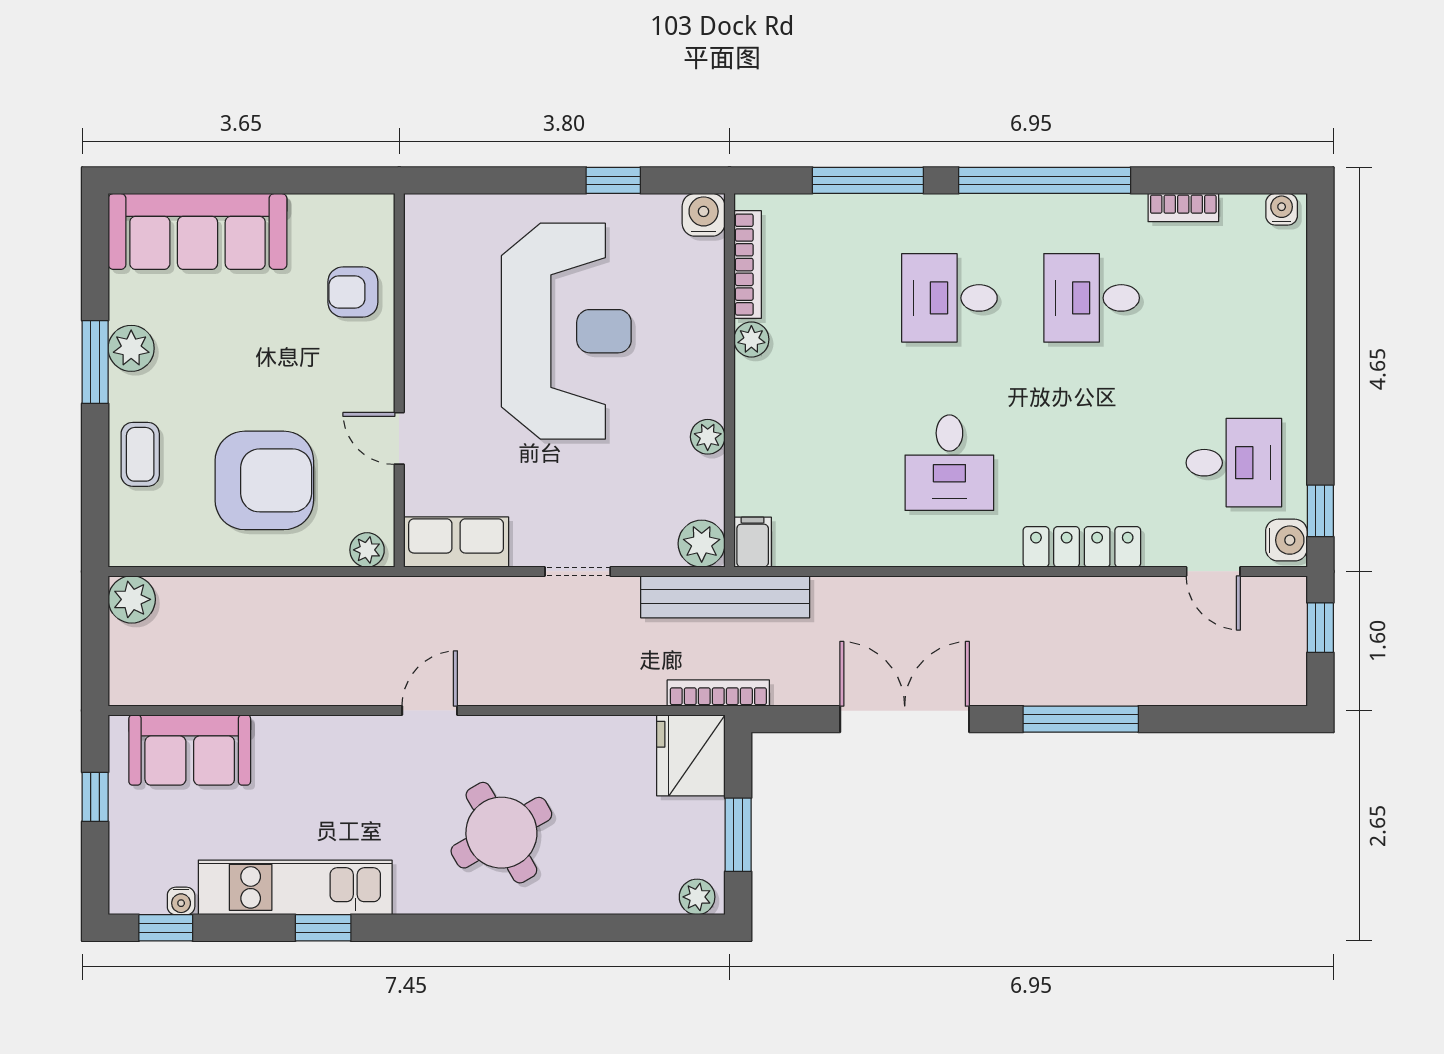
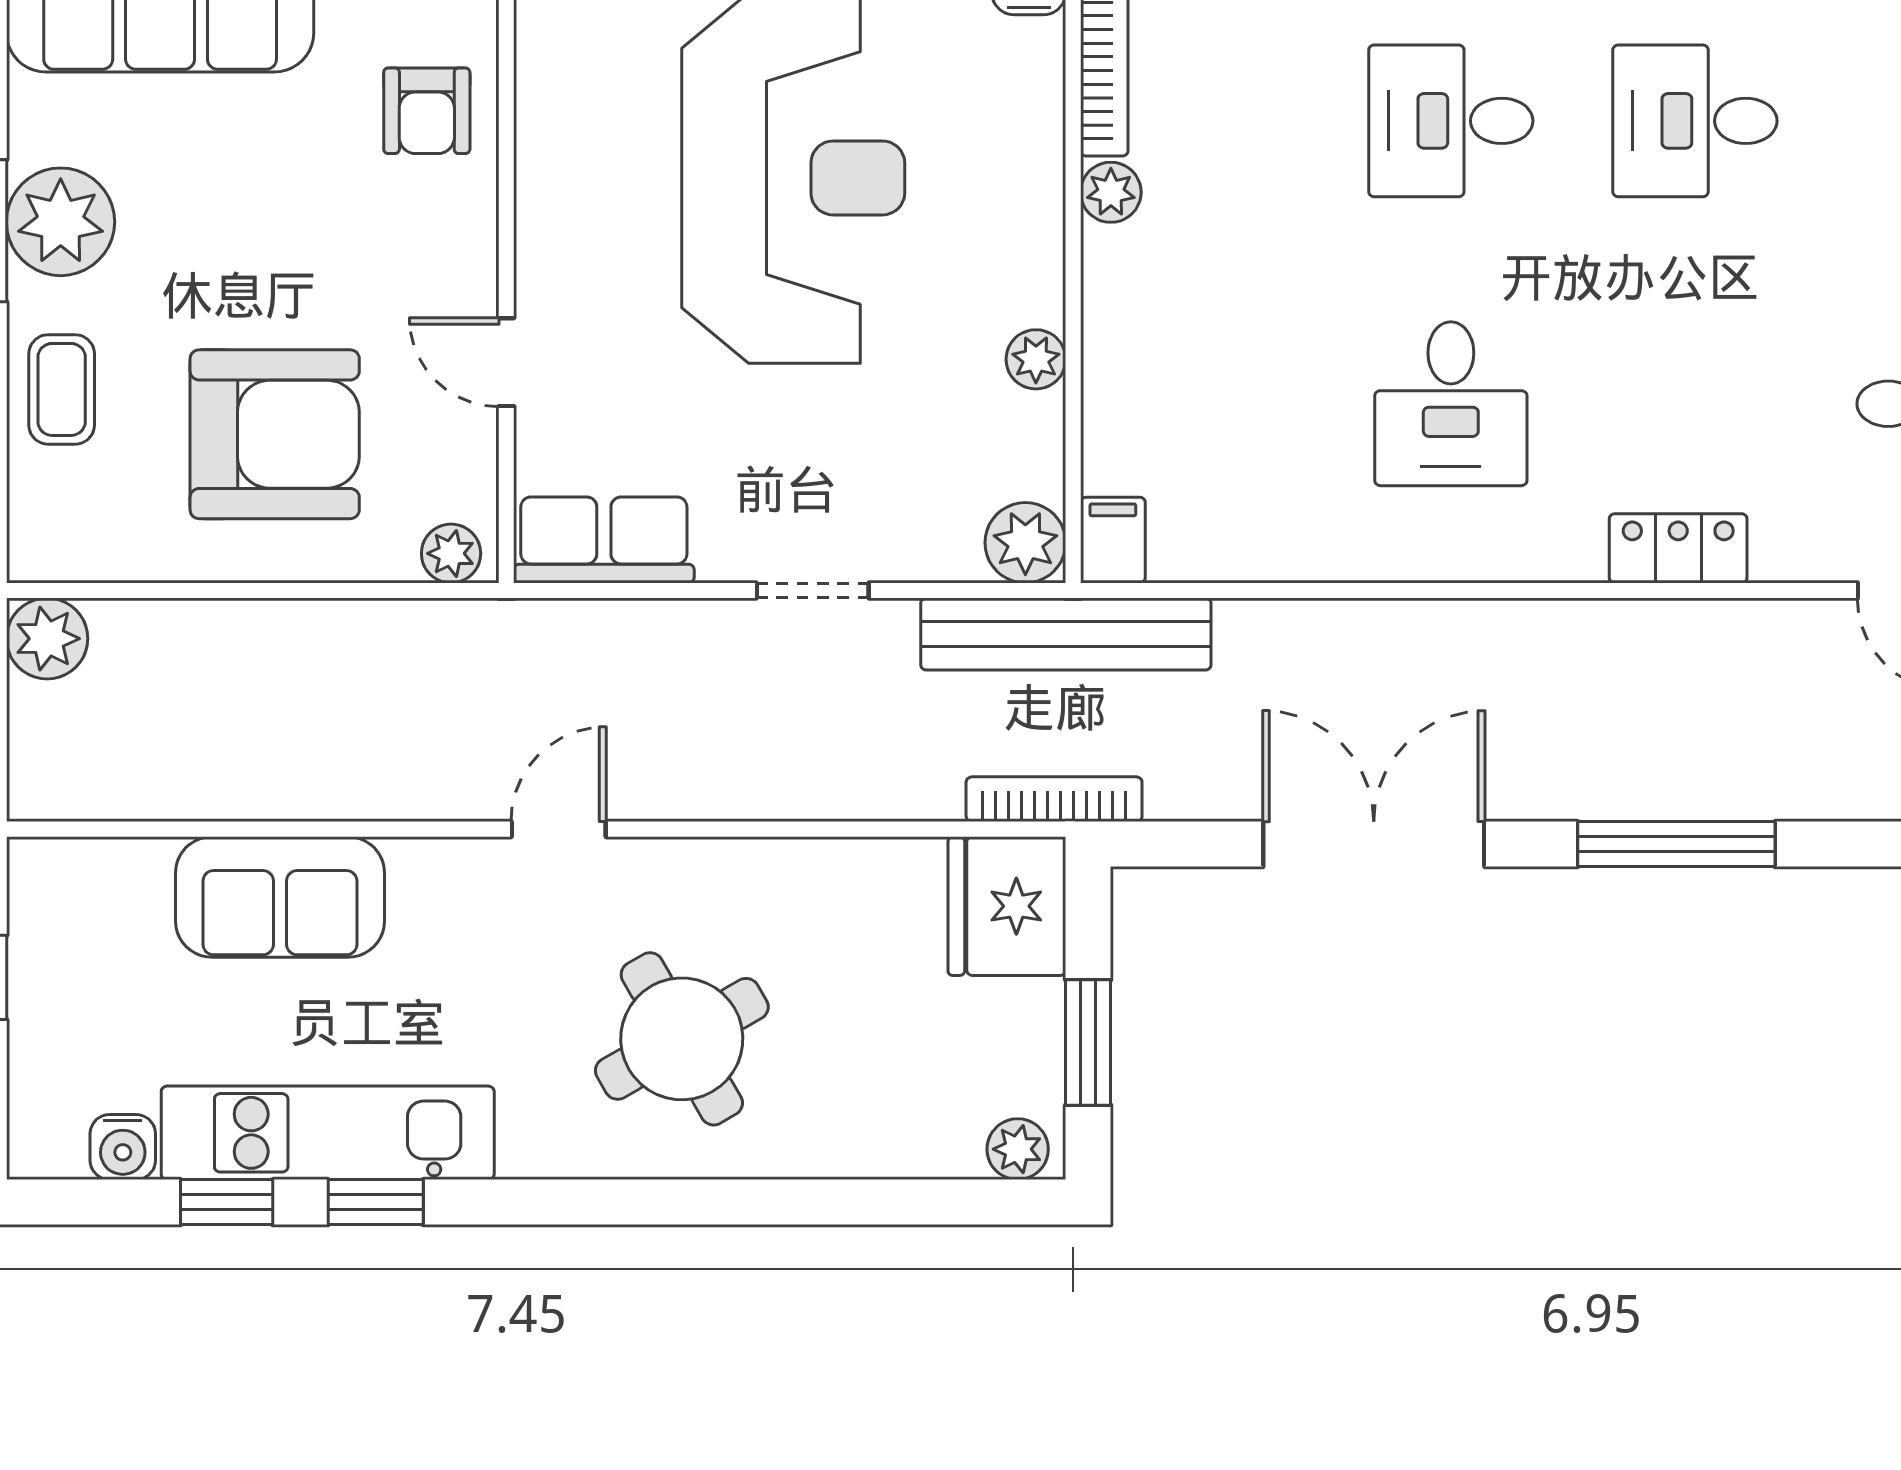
armchair: (353, 292) -> (427, 111), turned -90
plant: (131, 348) -> (61, 222), width x1.36, depth x1.36
locker: (1082, 547) -> (1678, 548), width x0.66
sofa: (190, 750) -> (280, 897), moved
water cooler: (181, 901) -> (123, 1147), width x1.38, depth x1.38
window: (166, 928) -> (227, 1202), moved

